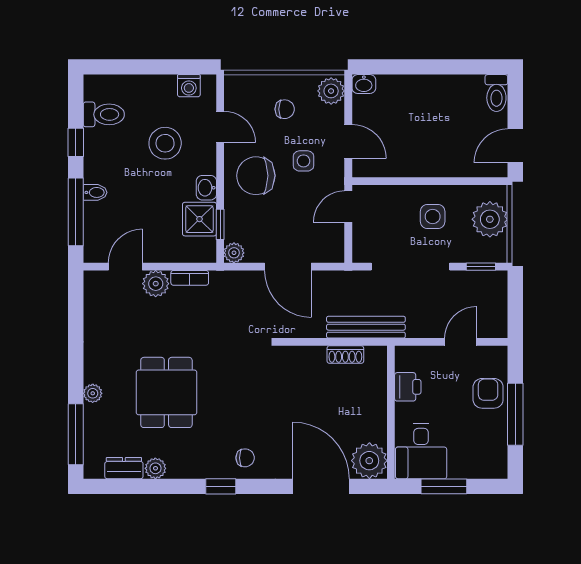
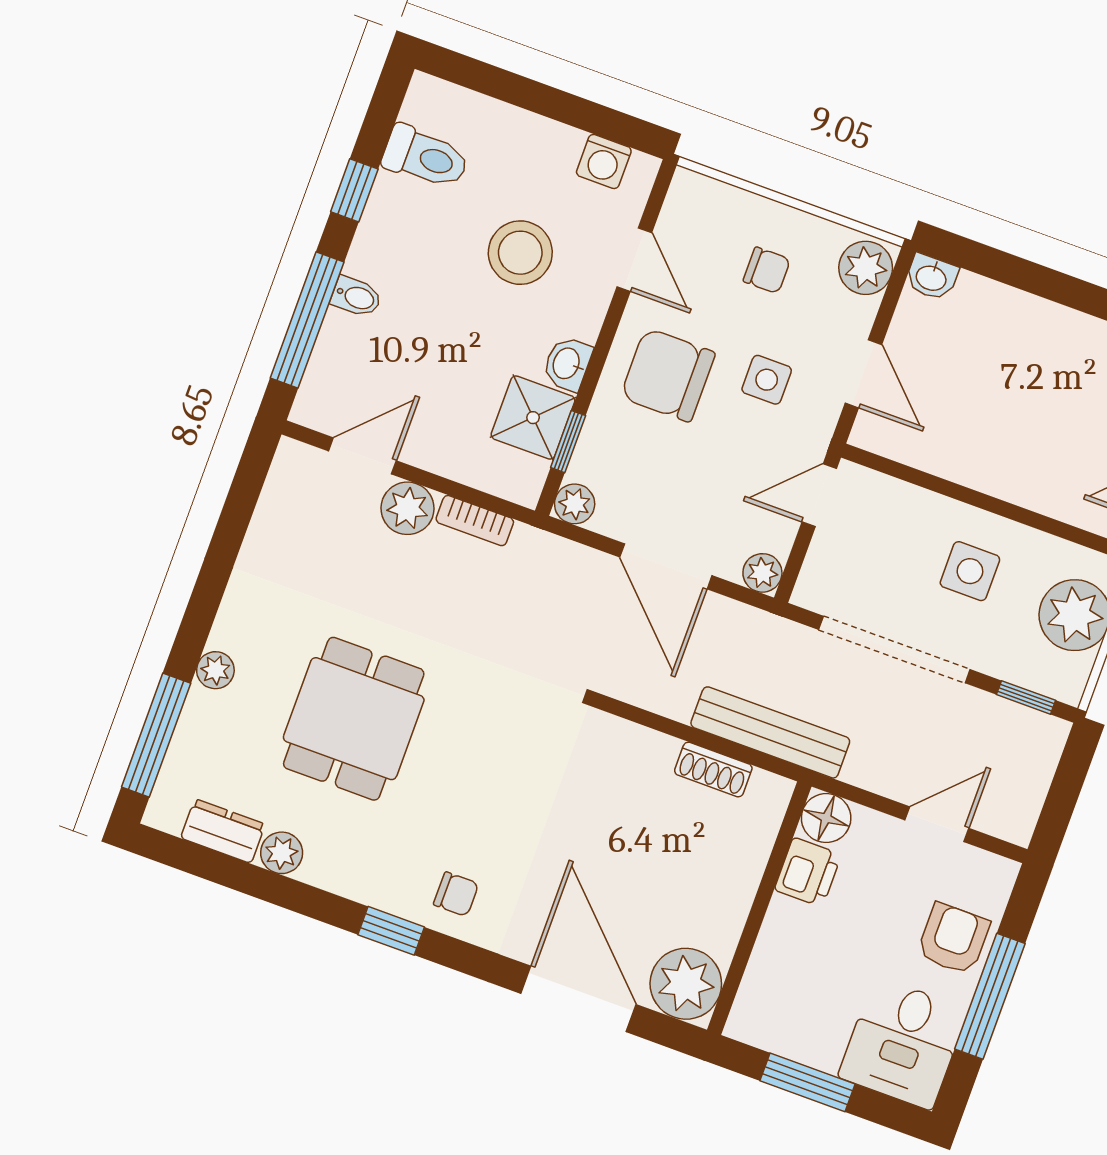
plant: (335, 253) -> (762, 573), added
floor lamp: (407, 358) -> (826, 818), added
desk: (421, 451) -> (903, 1043), moved

